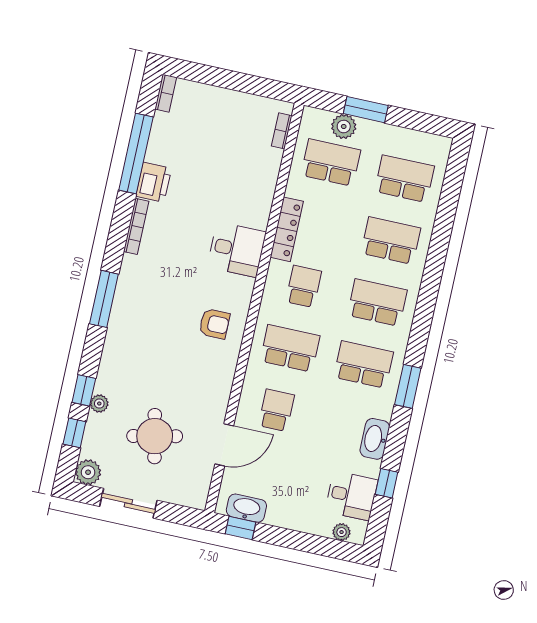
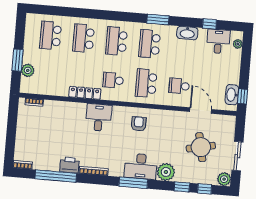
school desk: (331, 162) -> (47, 75), removed
desk: (133, 317) -> (141, 166), added
plant: (99, 404) -> (166, 172), moved, width x1.88, depth x1.88

